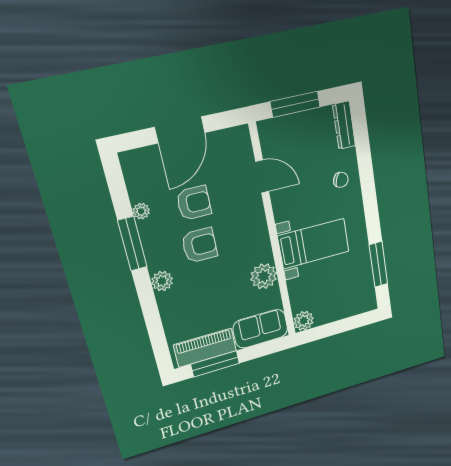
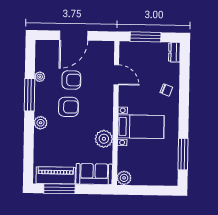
dresser: (344, 125) -> (174, 52), width x0.70

